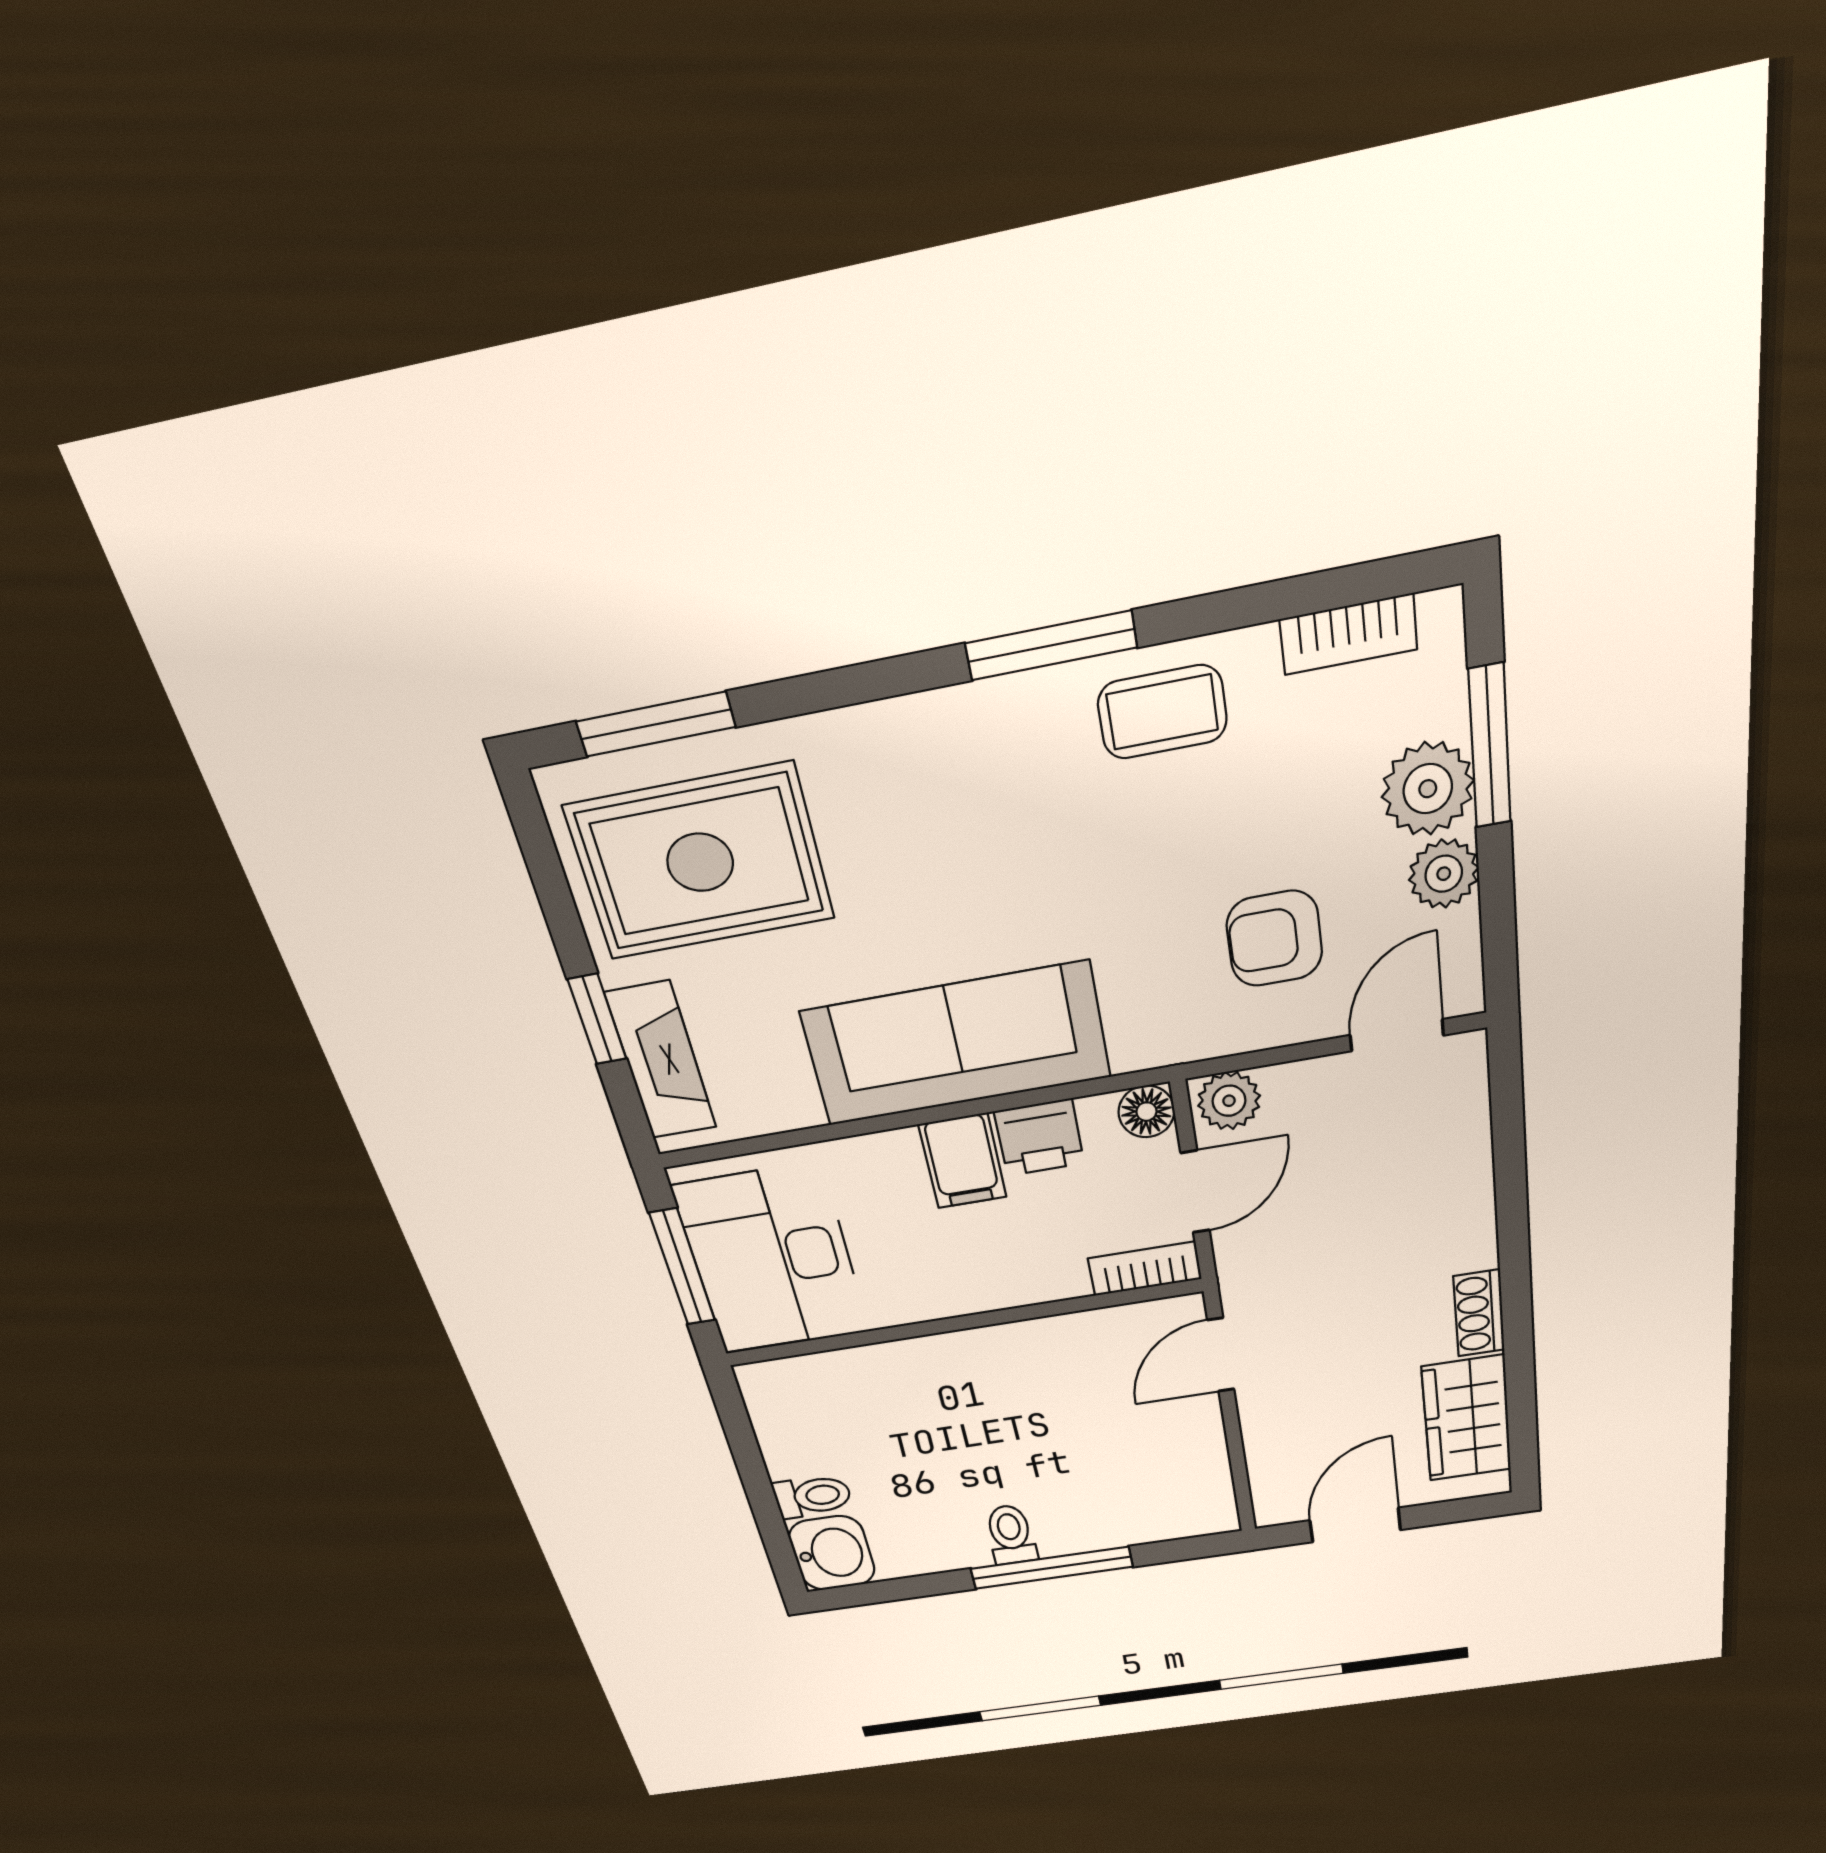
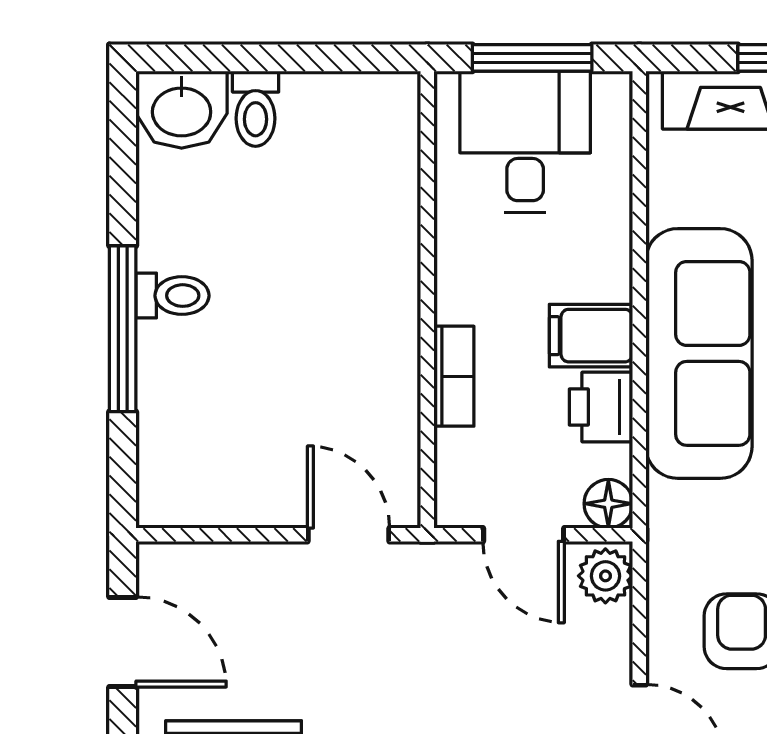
desk: (772, 1259) -> (525, 142), width x0.73
bookcase: (1145, 1269) -> (454, 376), moved

